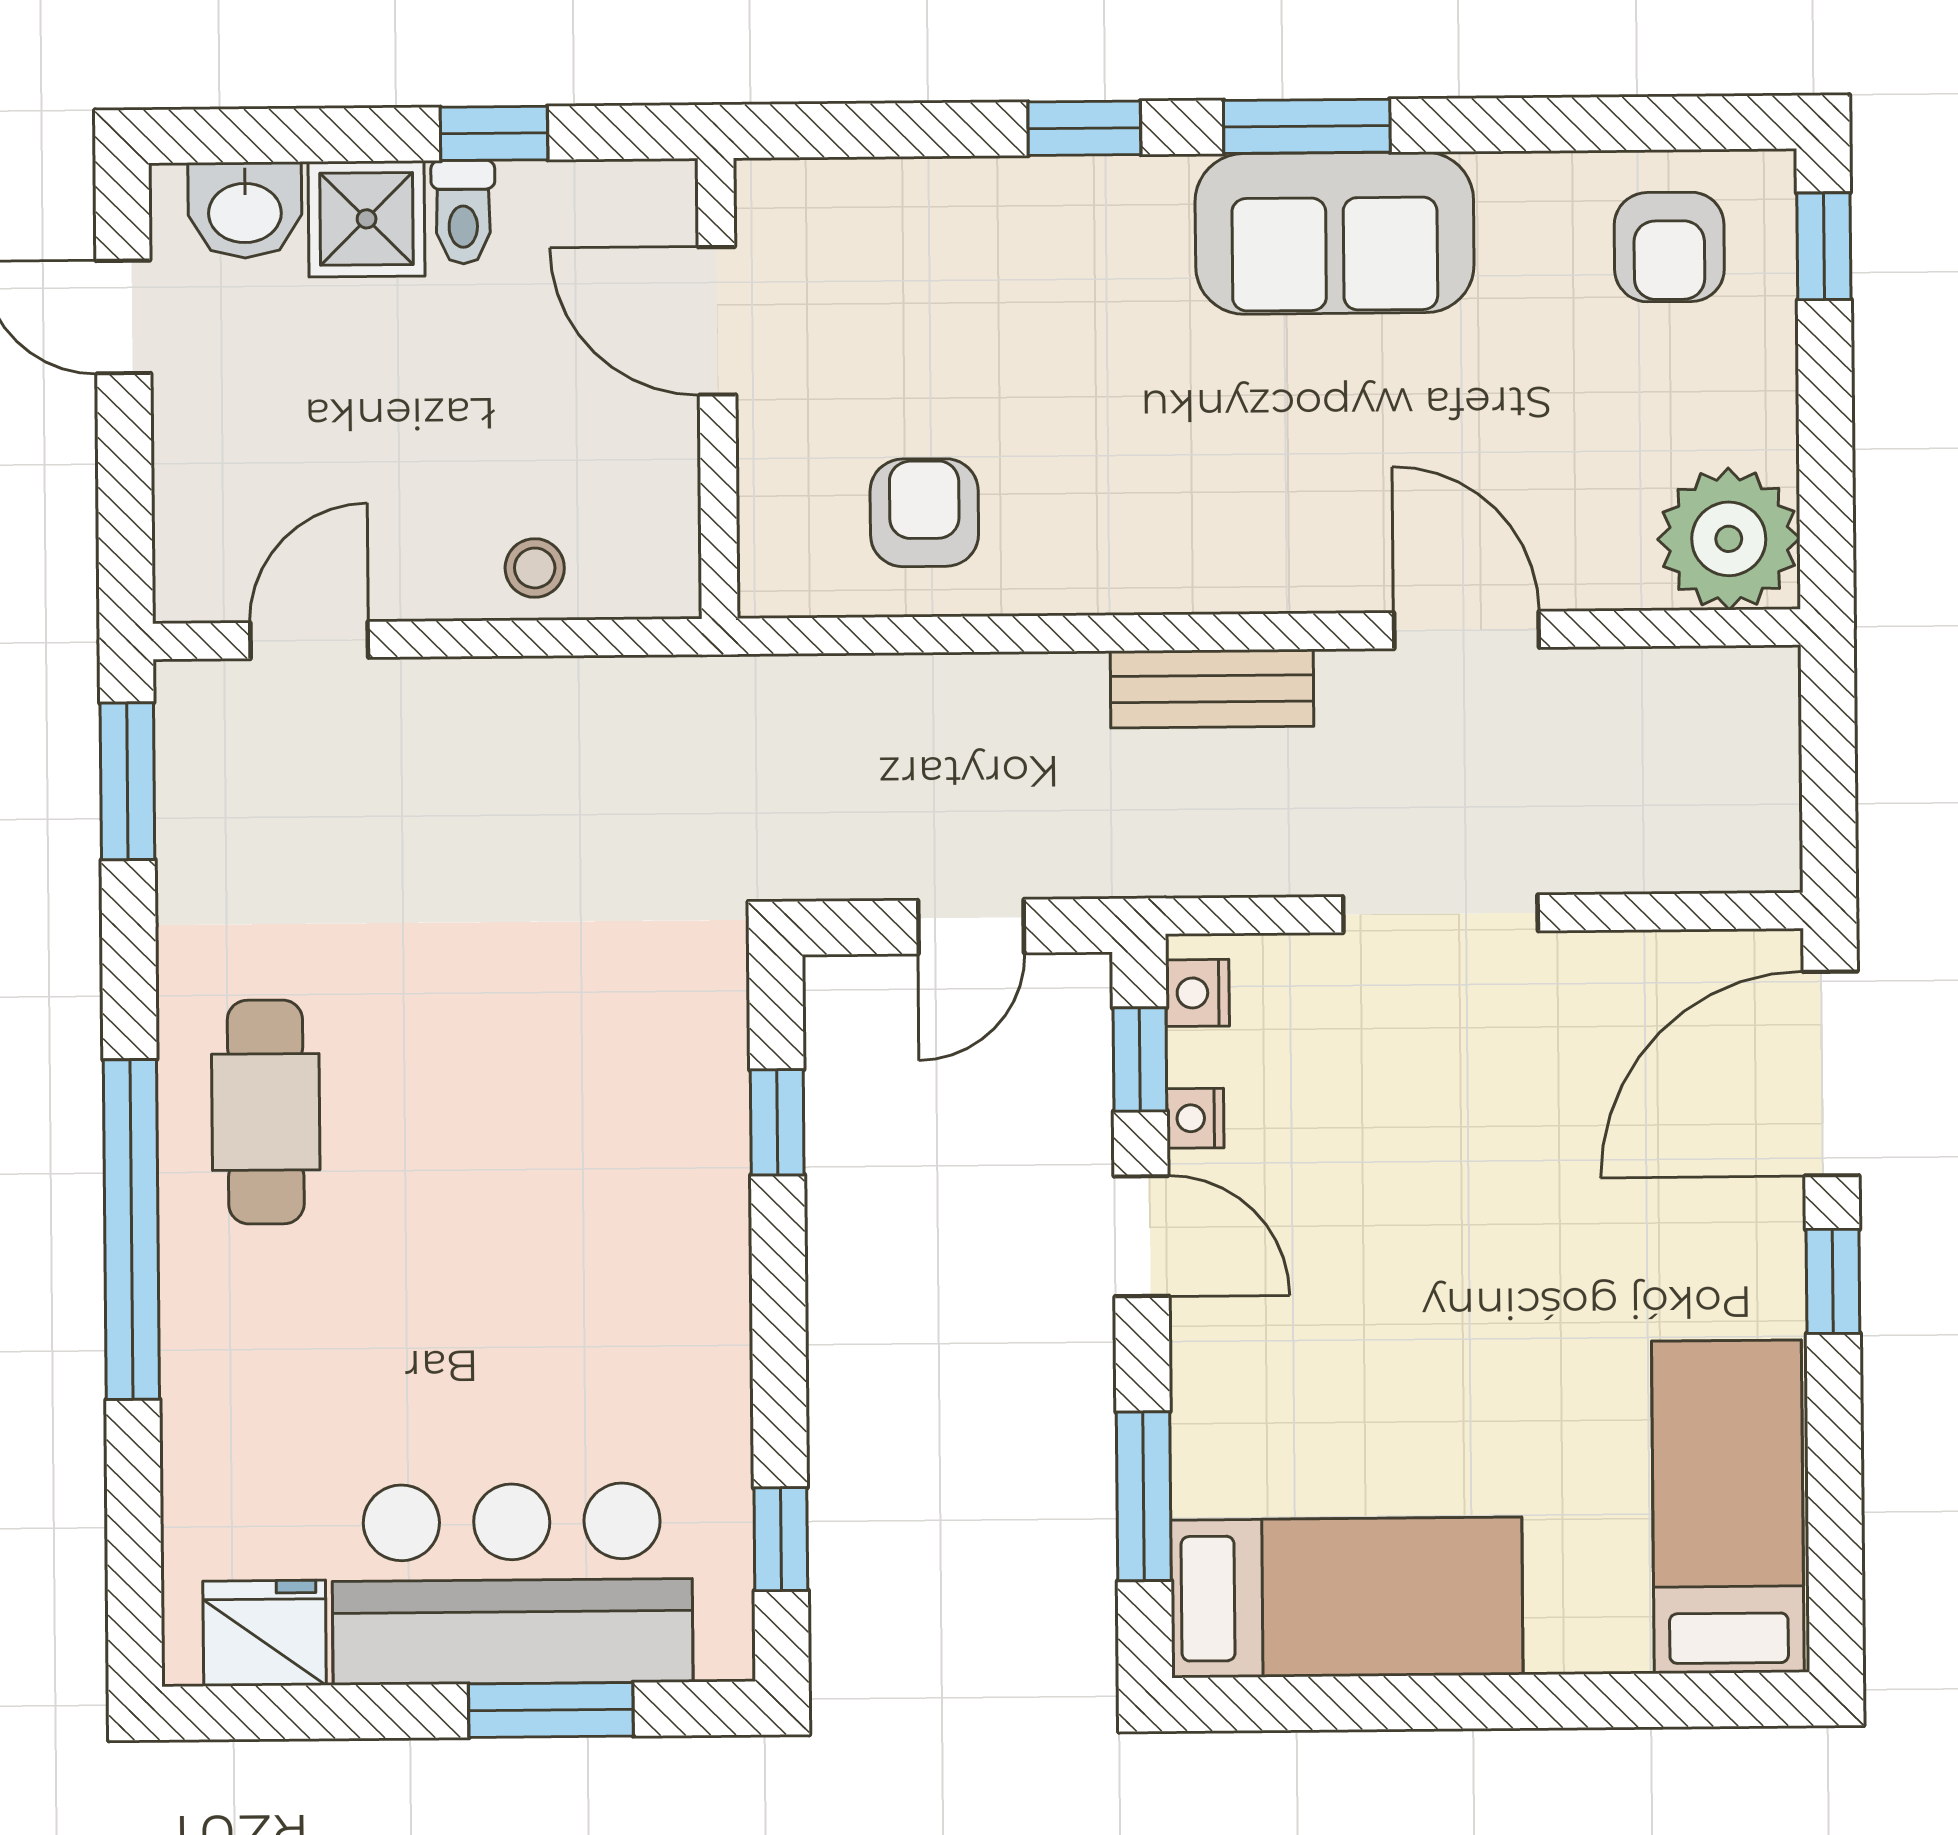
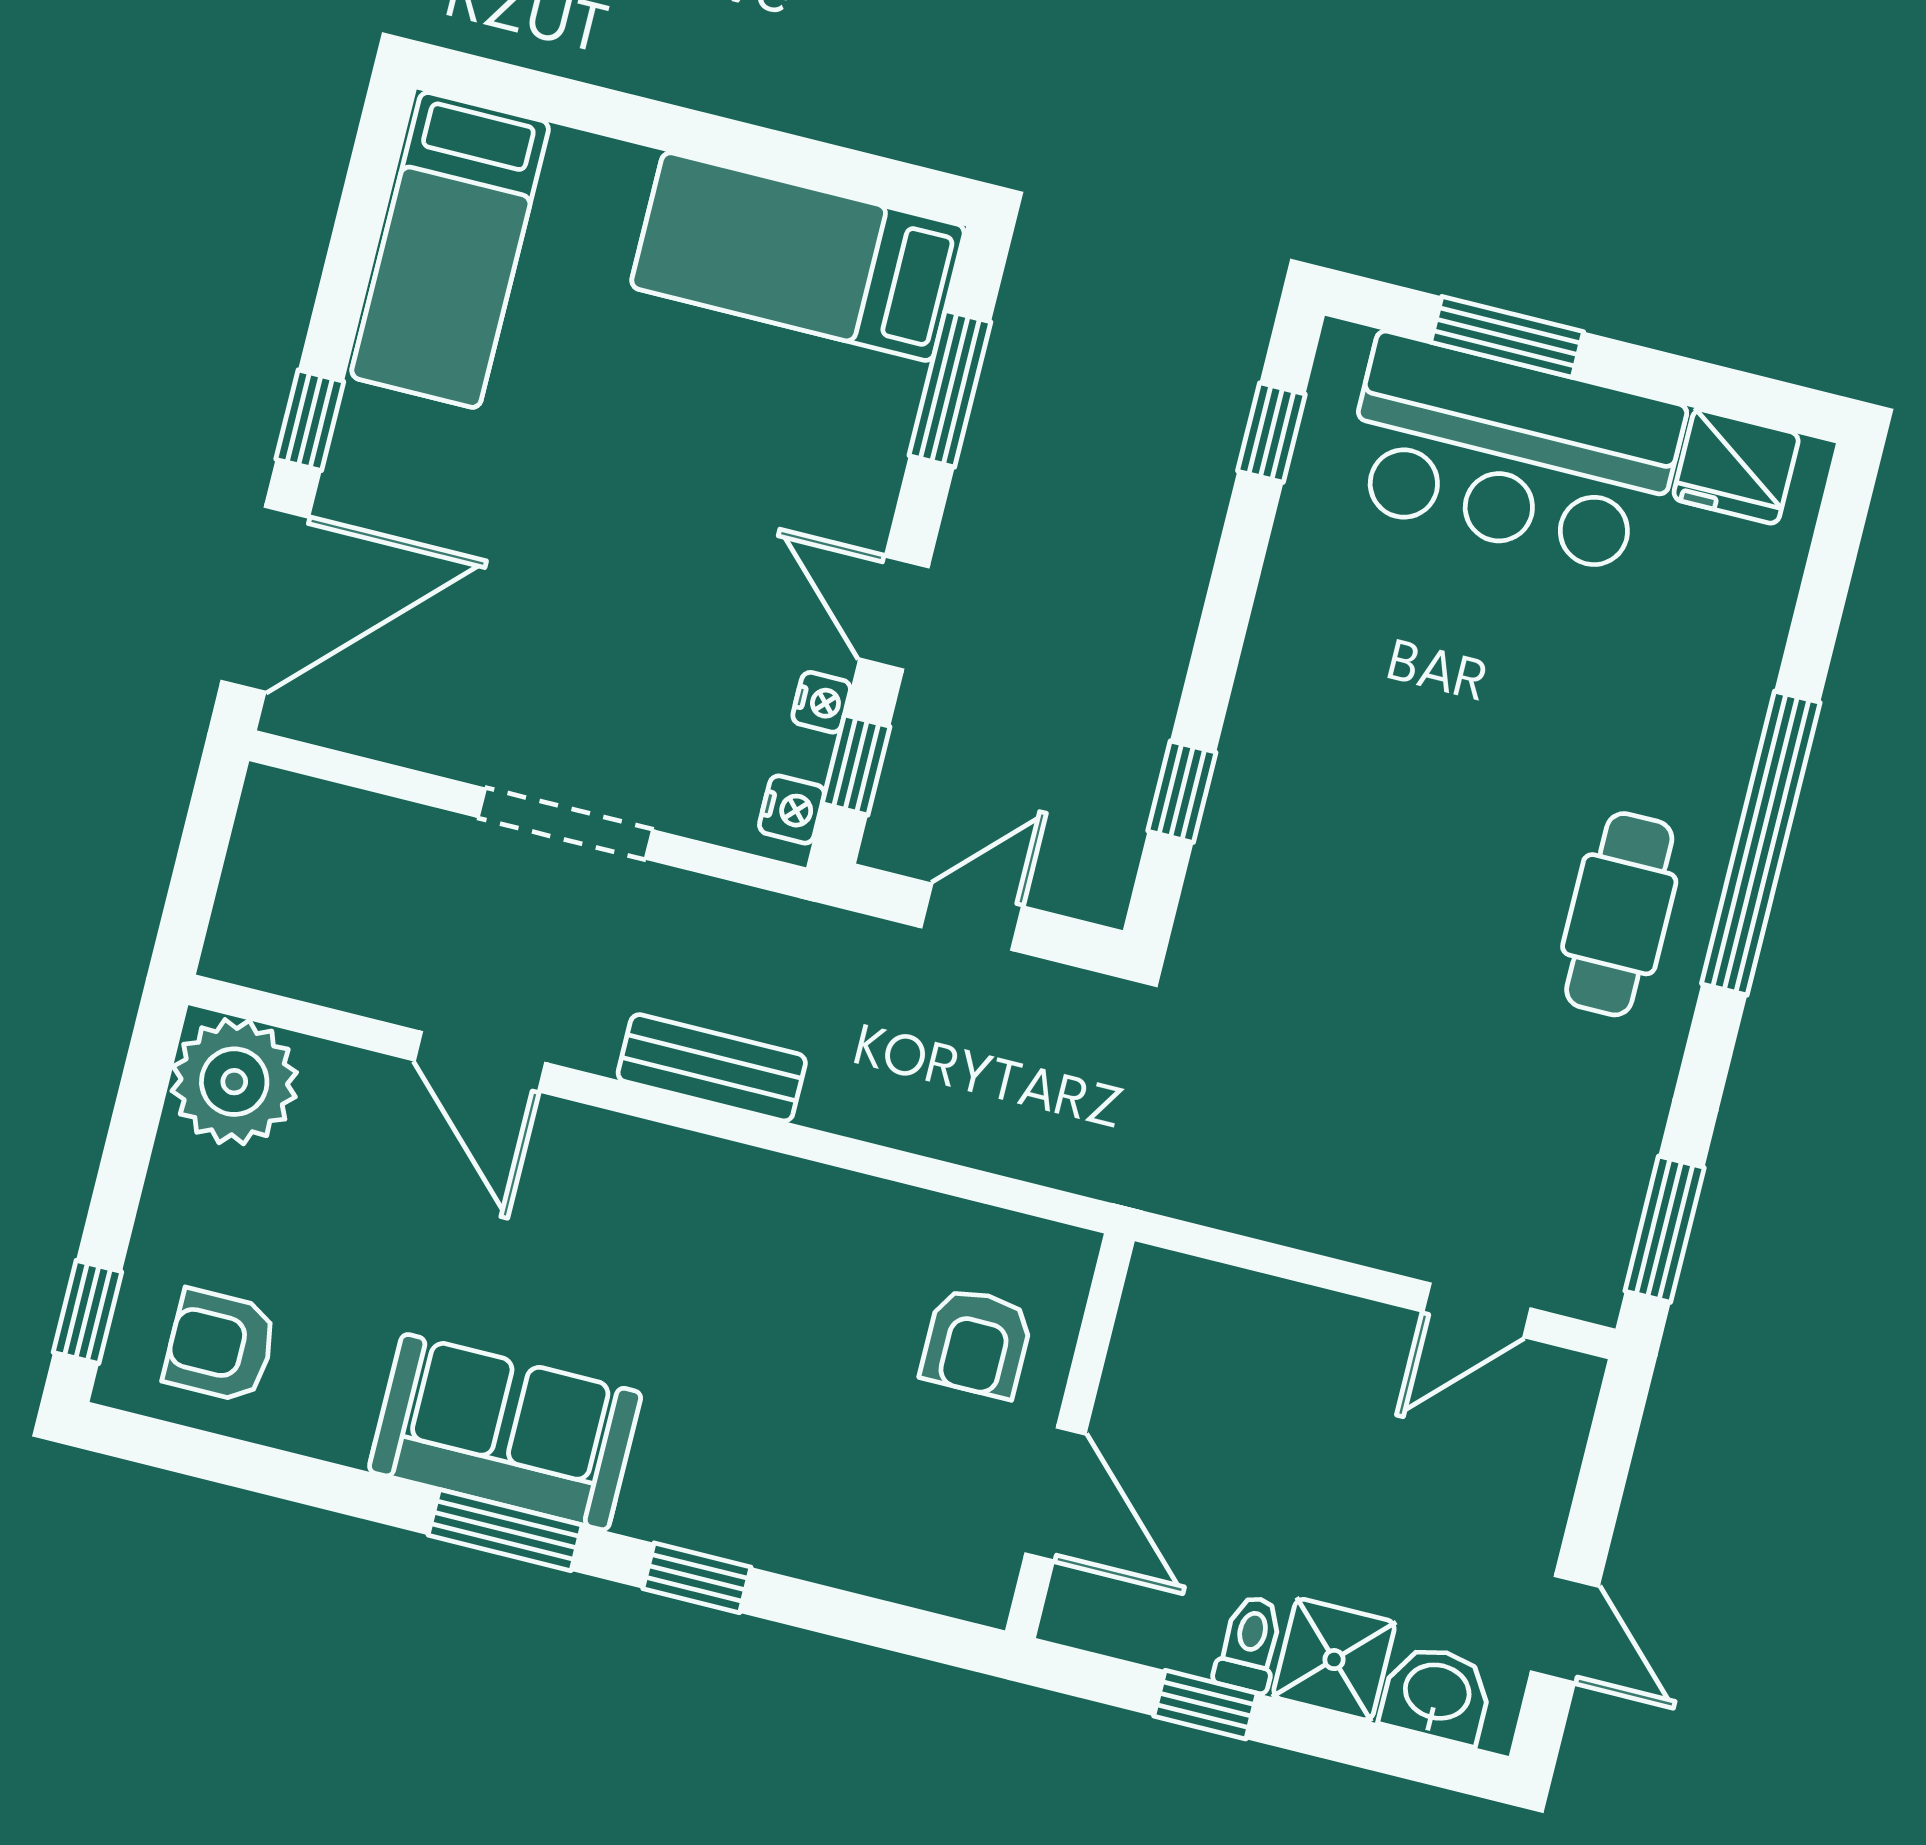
armchair: (1669, 247) -> (220, 1346), turned -90
armchair: (924, 513) -> (977, 1342), moved
stool: (535, 568) -> (1267, 1322), removed

